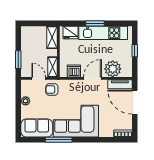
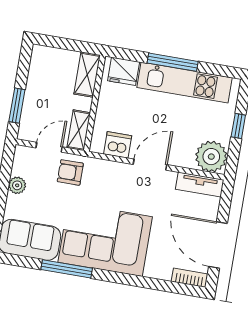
window: (95, 23) -> (173, 62), width x1.44
plant: (113, 69) -> (211, 157), moved
door: (39, 78) -> (49, 147), hinge flipped
door: (135, 102) -> (218, 245), moved

